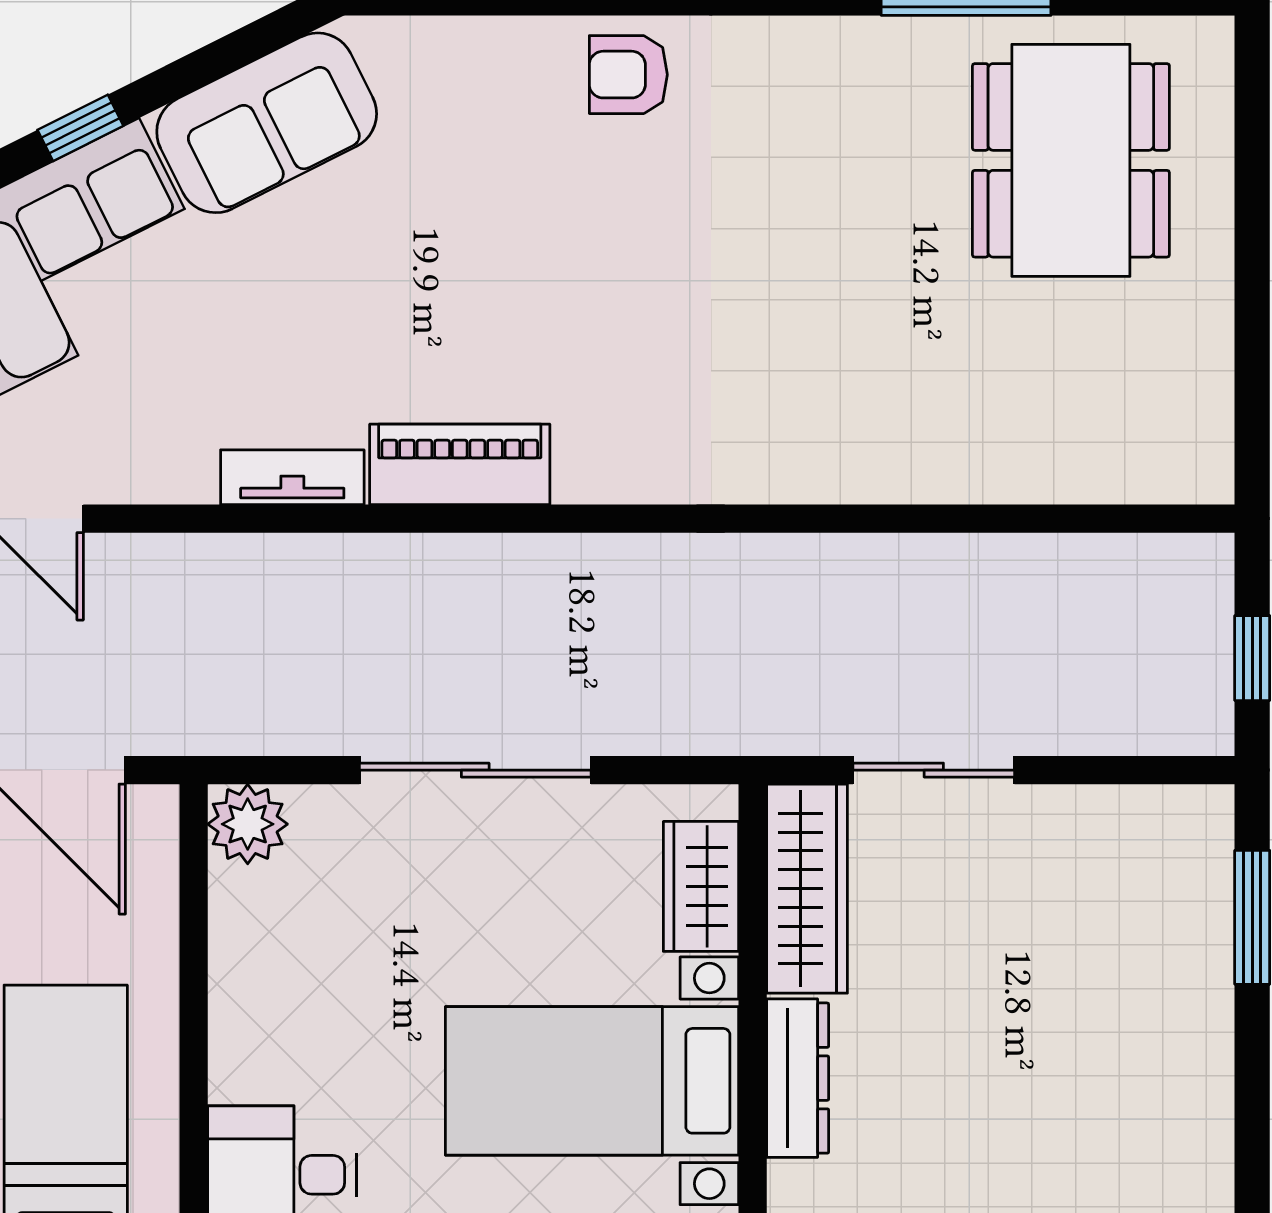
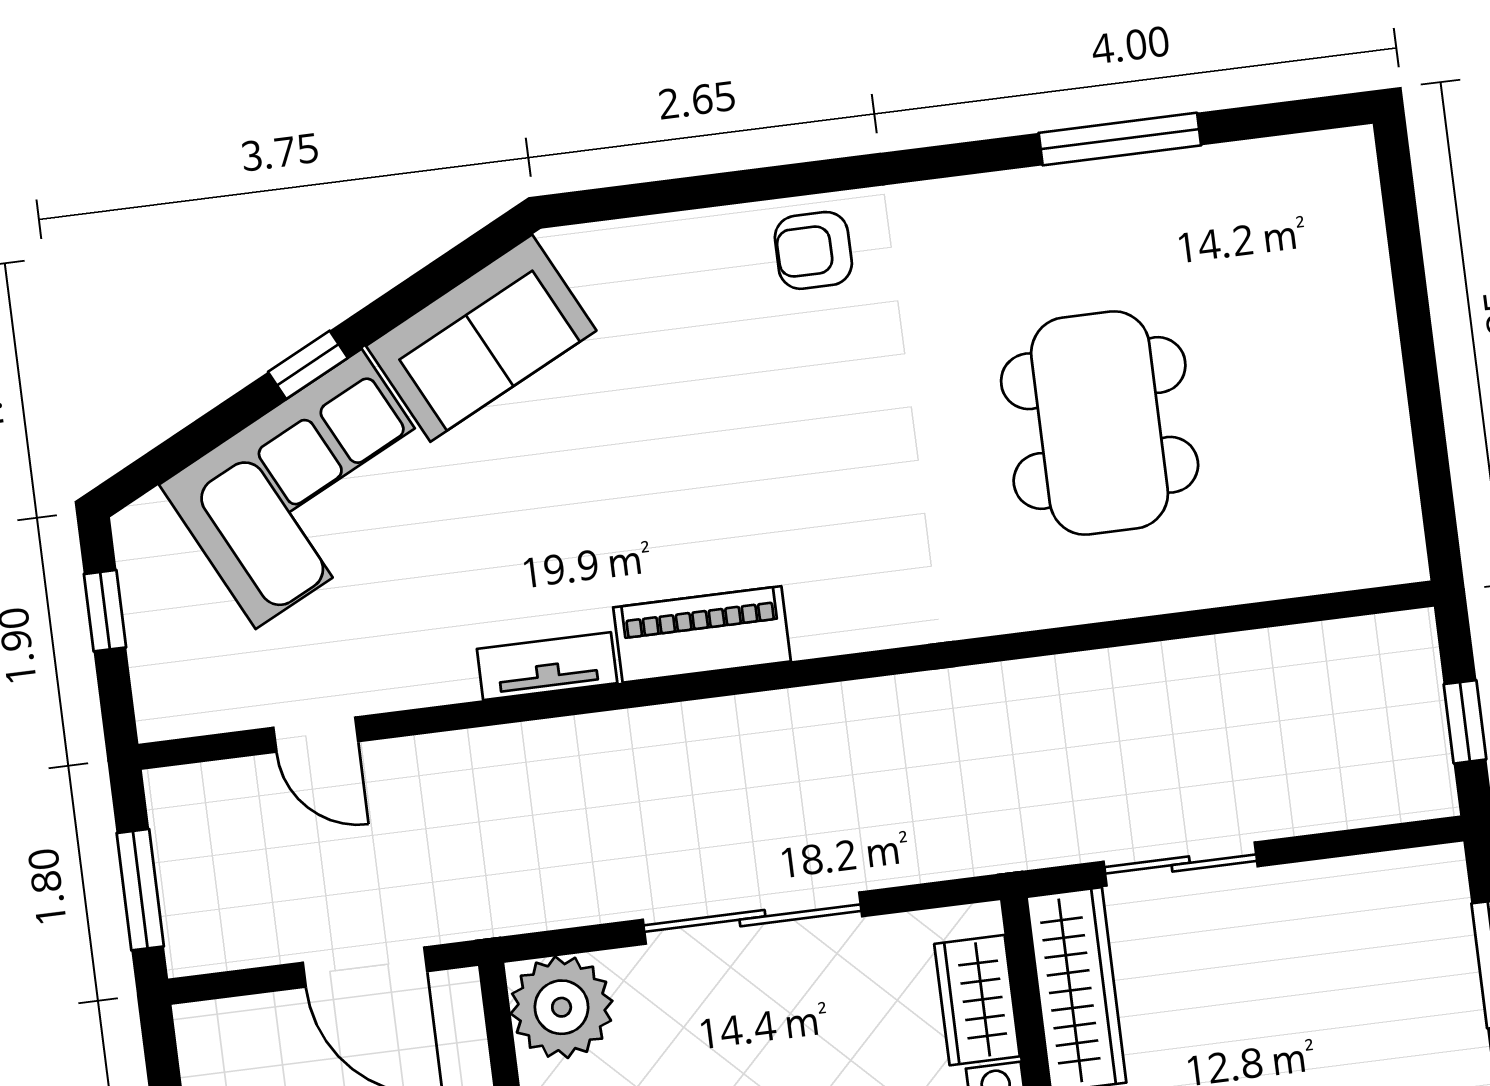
dining table: (1071, 160) -> (1100, 423), moved
plant: (248, 824) -> (562, 1007), width x1.36, depth x1.36

